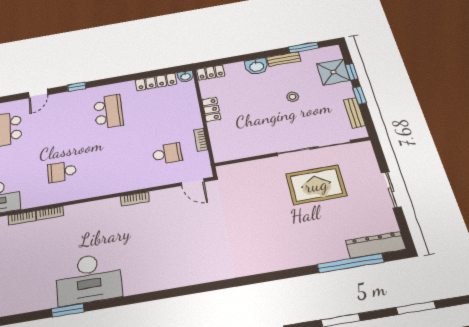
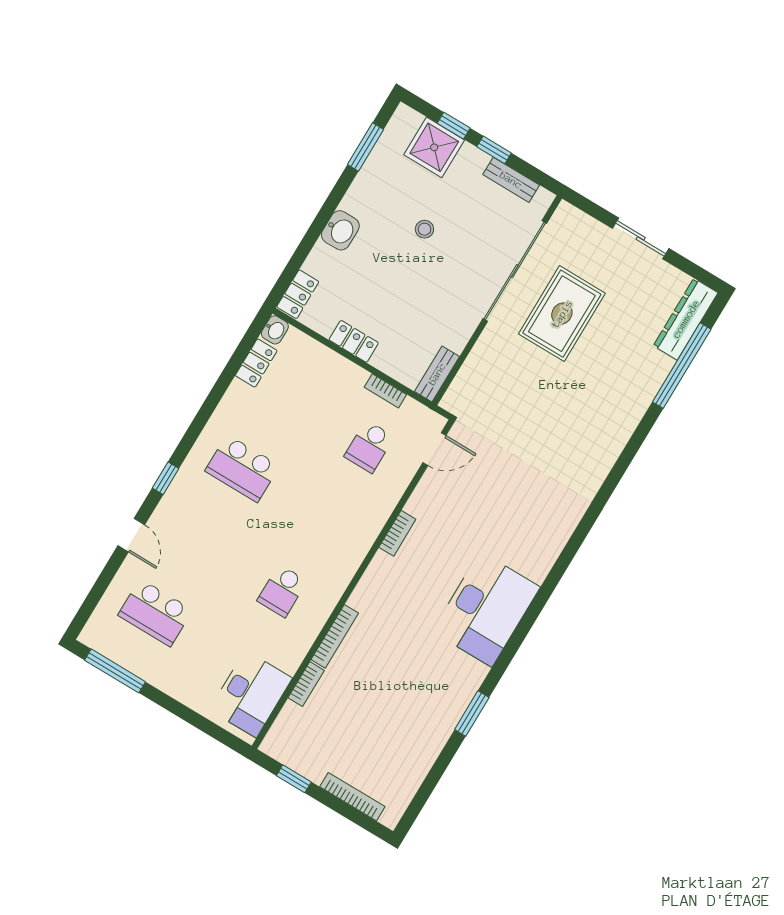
bench: (284, 59) -> (437, 374), moved
locker: (156, 82) -> (256, 363), width x0.66
school desk: (108, 112) -> (242, 468), turned 180
school desk: (167, 154) -> (369, 447), turned 180
bookcase: (50, 213) -> (335, 636), width x1.56
desk: (89, 279) -> (486, 609), moved

